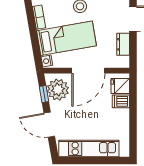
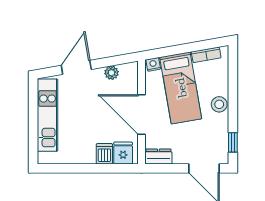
dresser: (123, 44) -> (158, 156), moved
plant: (58, 90) -> (112, 73), width x0.53, depth x0.53
window: (44, 94) -> (113, 61), removed

